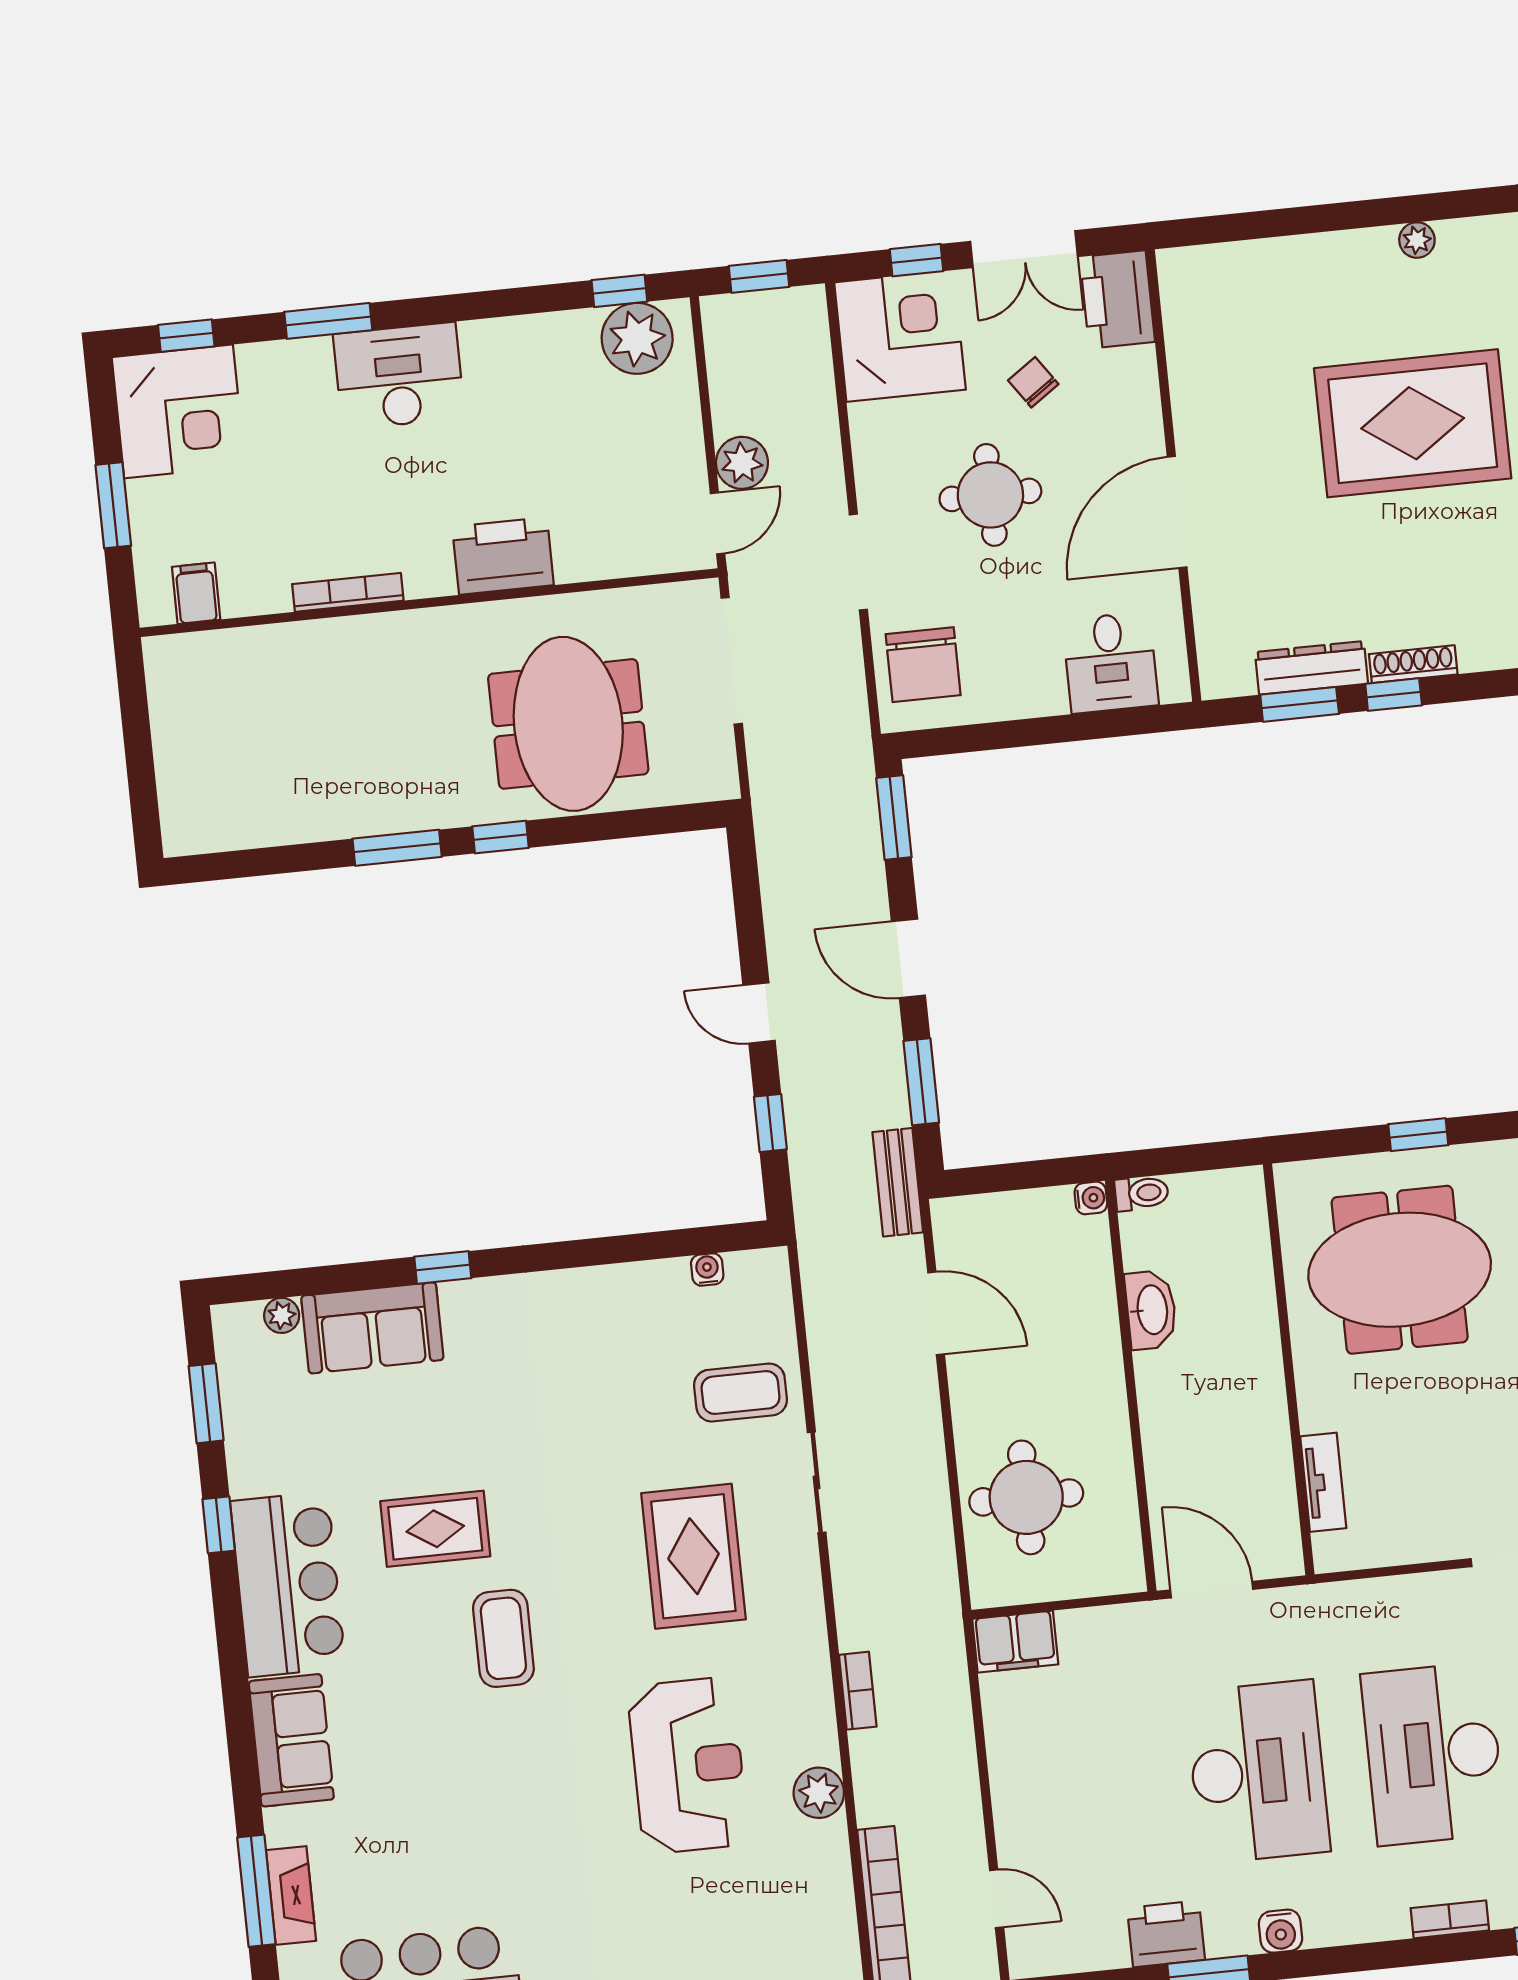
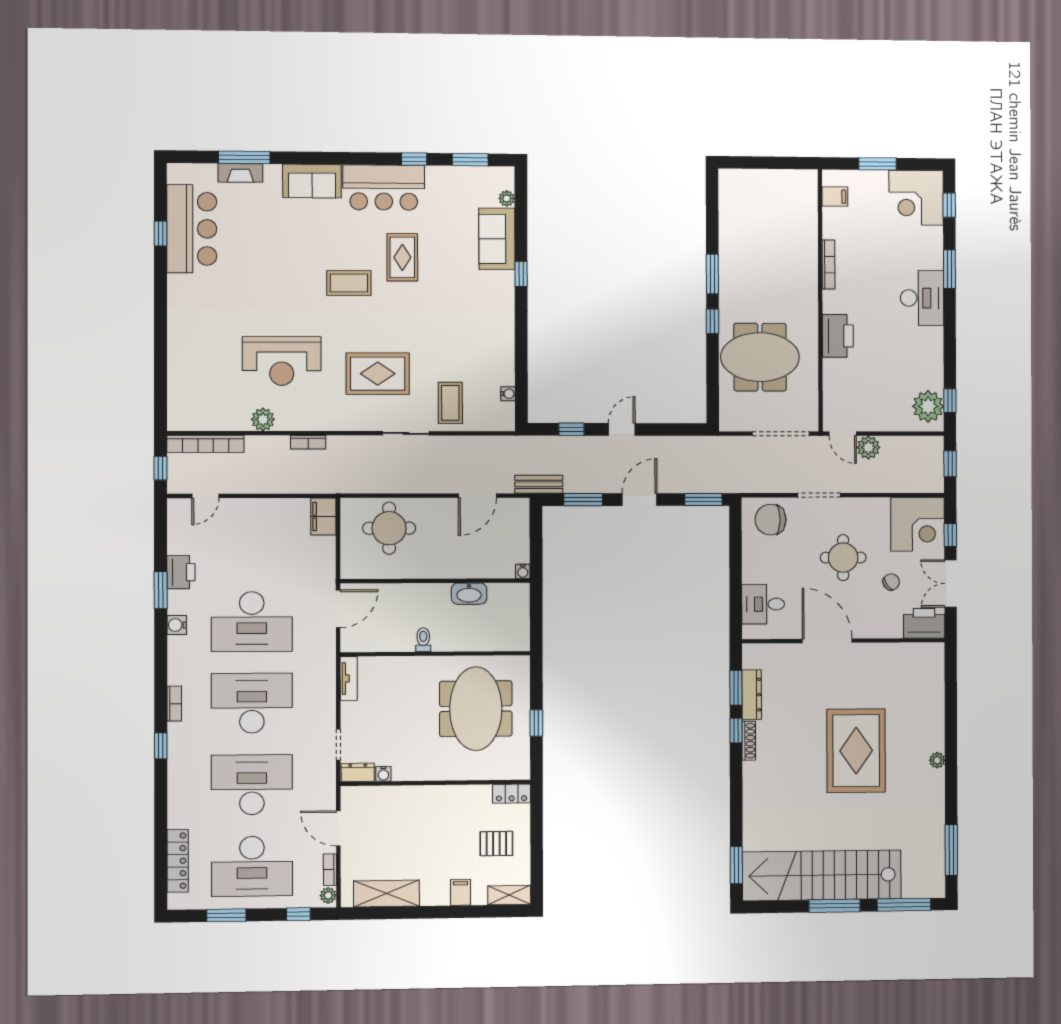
toilet: (1142, 1193) -> (423, 640), moved, turned 180
tv unit: (1323, 1482) -> (349, 678), moved, turned -90

